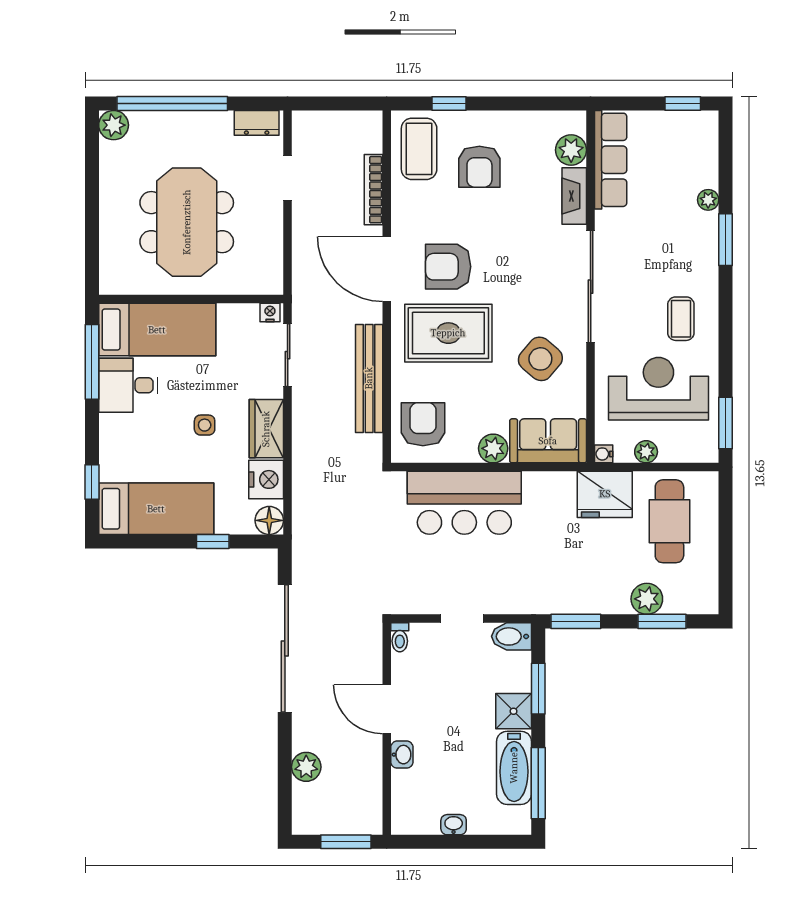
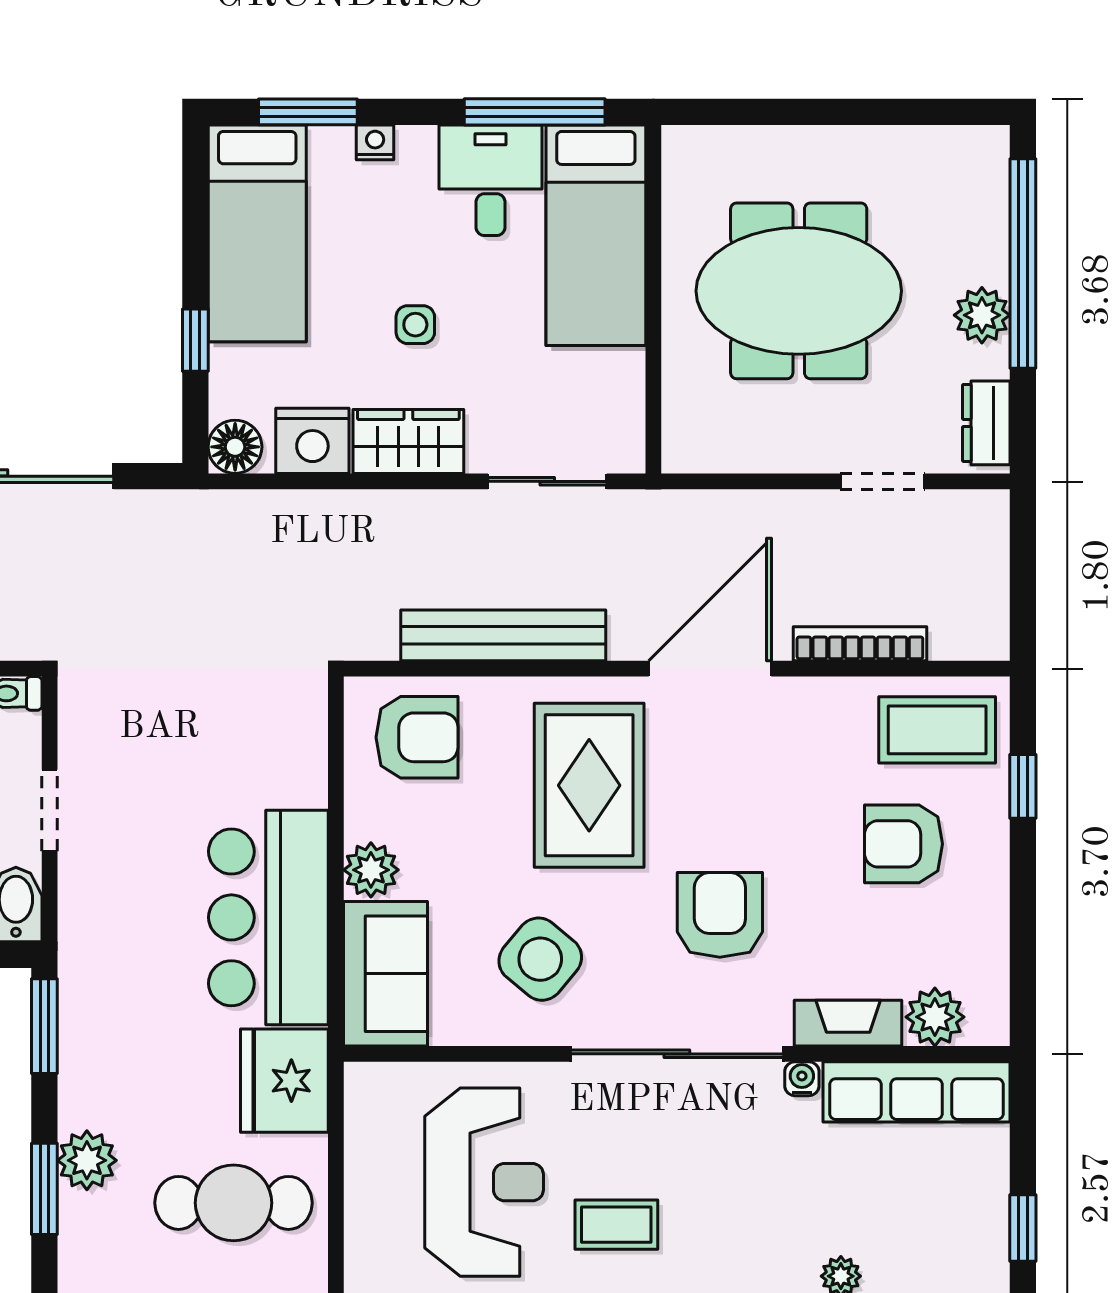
plant: (114, 125) -> (982, 315), moved
armchair: (448, 267) -> (720, 915), moved
nightstand: (270, 313) -> (375, 142), moved, turned -90
plant: (646, 452) -> (365, 1159), removed
water cooler: (604, 454) -> (802, 1079), moved
window: (92, 482) -> (308, 112), width x1.50
bar counter: (464, 503) -> (268, 917), moved

